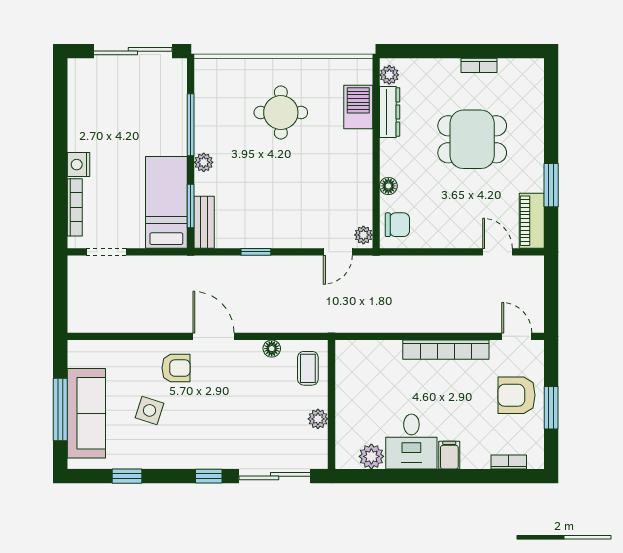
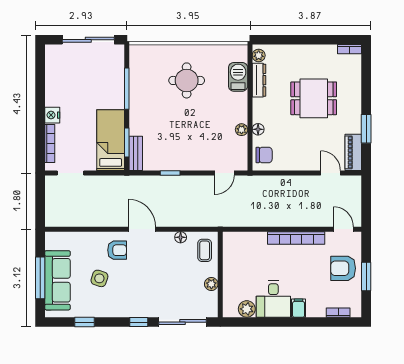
bookcase: (479, 65) -> (350, 49), moved
plant: (204, 162) -> (135, 114), removed
plant: (363, 235) -> (242, 130), moved

